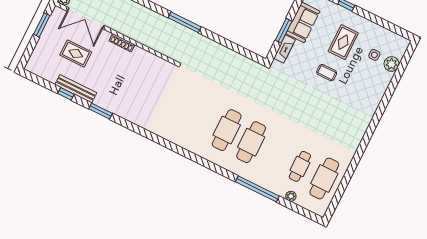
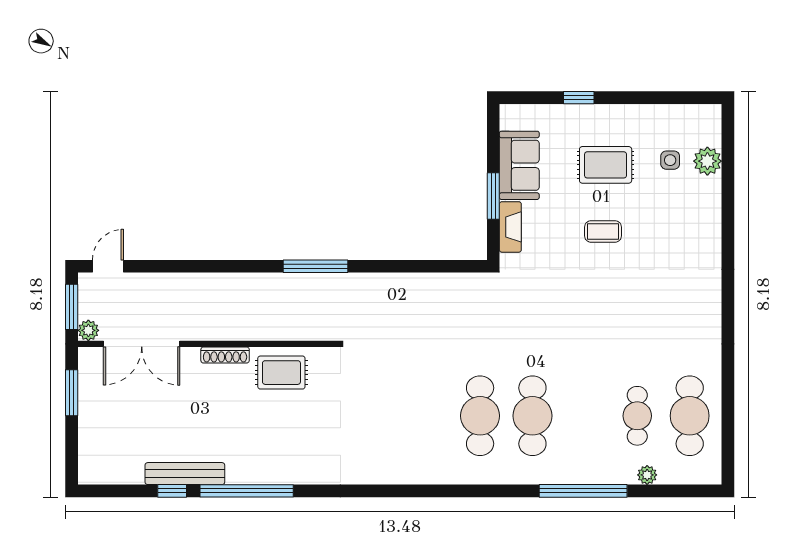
rug: (343, 42) -> (606, 165), turned 90
rug: (76, 53) -> (281, 373), moved
window: (101, 111) -> (247, 491), width x2.11

